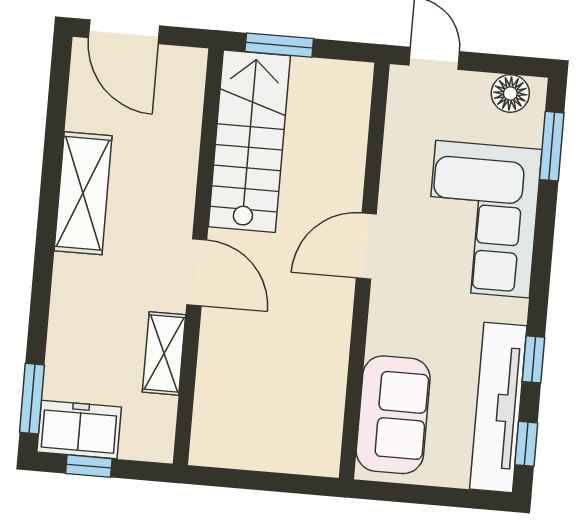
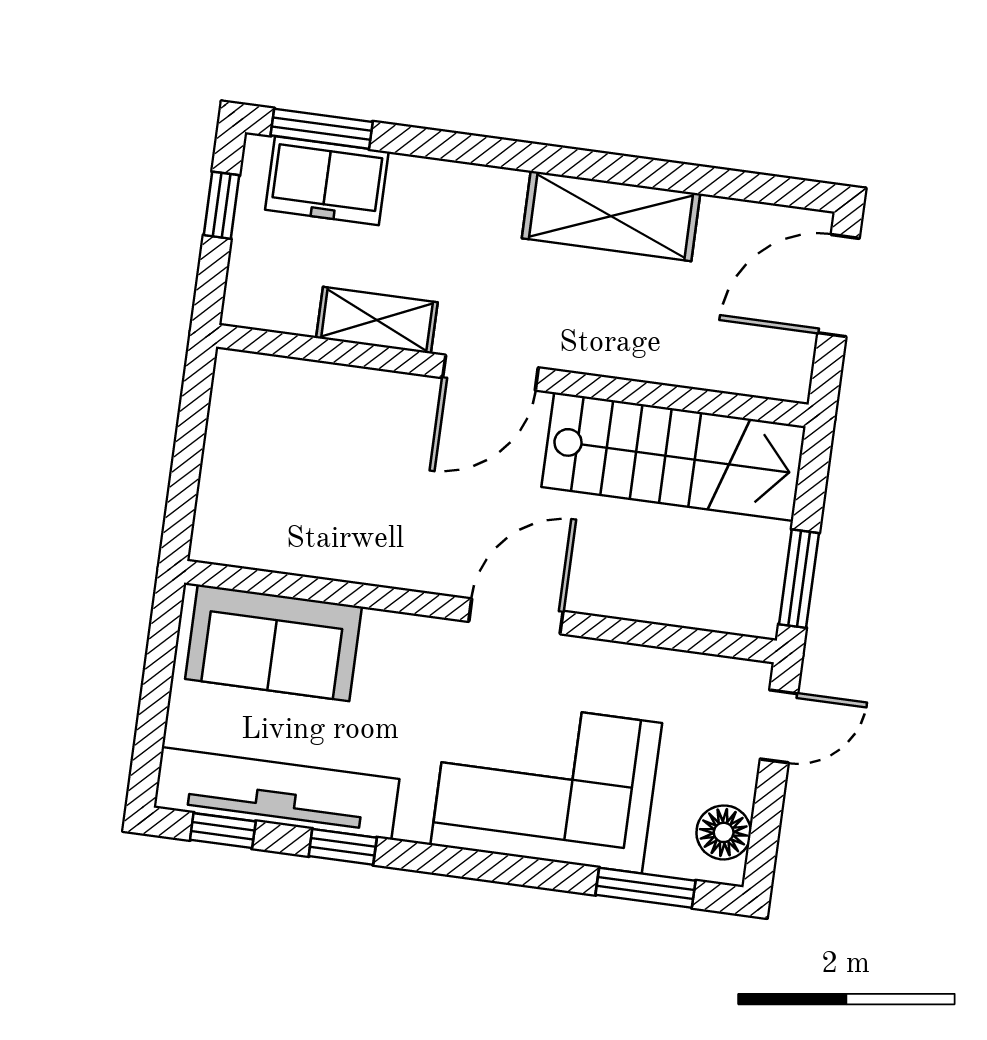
window: (279, 45) -> (799, 579), moved
door: (366, 246) -> (516, 616), hinge flipped
freezer: (79, 430) -> (327, 181), moved, turned 90

